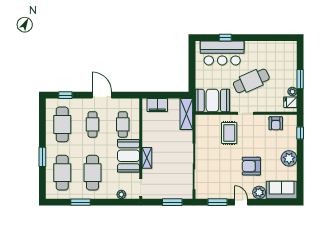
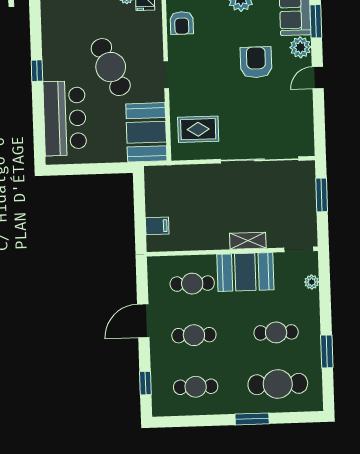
window: (225, 38) -> (37, 71), moved
filing cabinet: (157, 105) -> (157, 226), width x0.50
shelving: (186, 114) -> (171, 176), removed
armchair: (276, 123) -> (182, 23), turned 90
cafe table: (62, 124) -> (196, 387), width x0.73, depth x0.74
rug: (229, 133) -> (198, 129), moved
armchair: (251, 166) -> (256, 62), turned 180
cafe table: (93, 173) -> (276, 332), width x0.73, depth x0.74
window: (218, 202) -> (316, 21), moved

